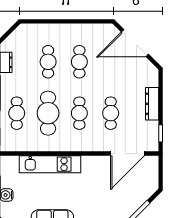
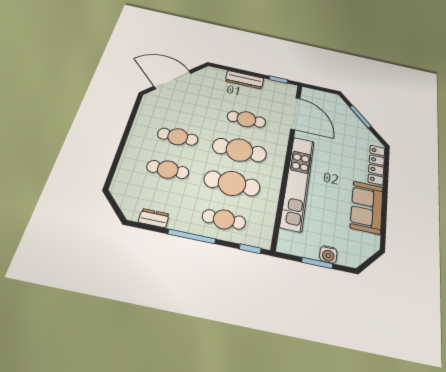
door: (135, 43) -> (173, 80), swing flipped
cafe table: (79, 113) -> (239, 150), width x1.37, depth x1.35
kitchen unit: (50, 164) -> (298, 183), width x1.36

